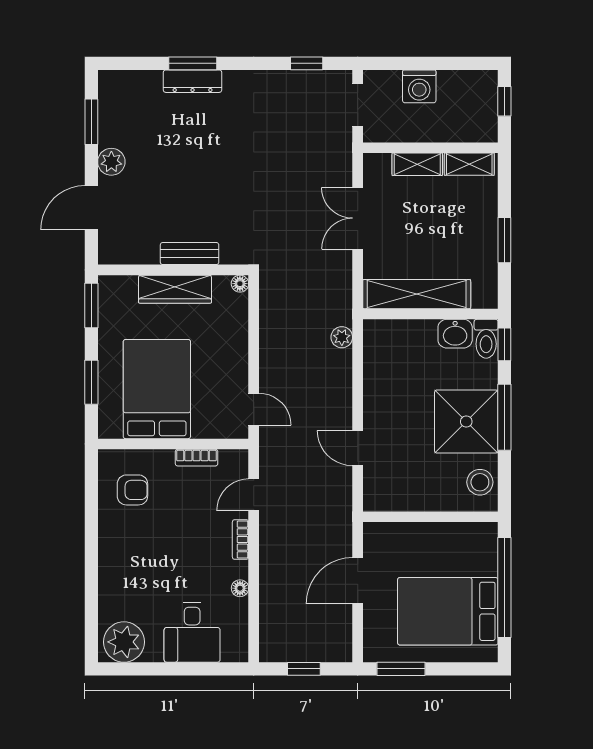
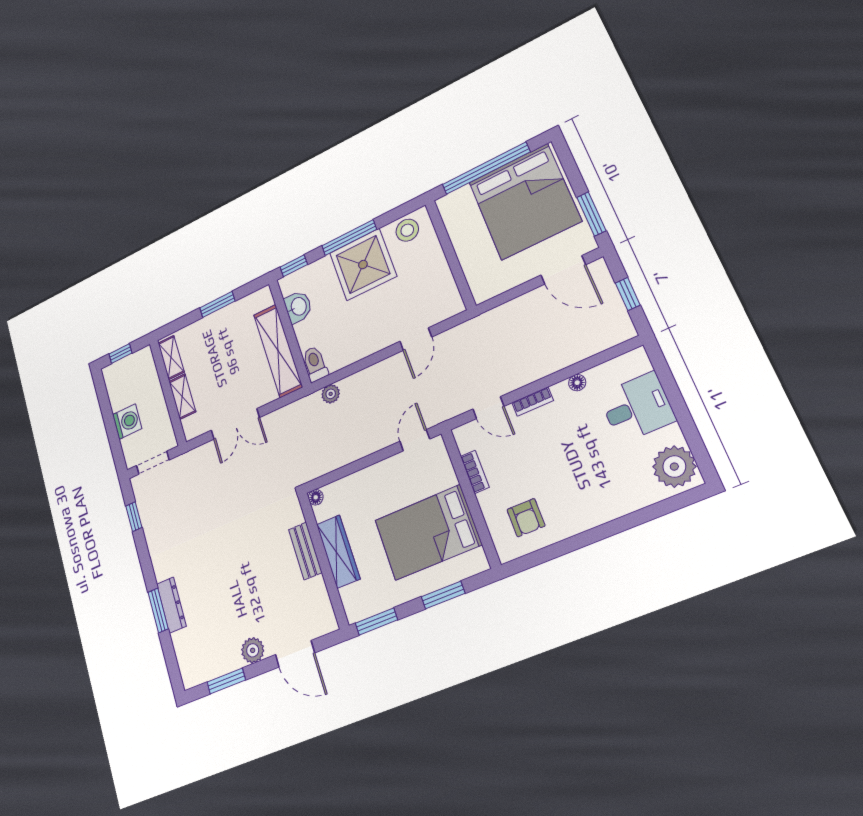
toilet: (486, 339) -> (315, 364), moved, turned -90
armchair: (132, 490) -> (526, 518), turned 180
door: (358, 581) -> (563, 270), moved
bed: (448, 611) -> (524, 202), width x1.36

